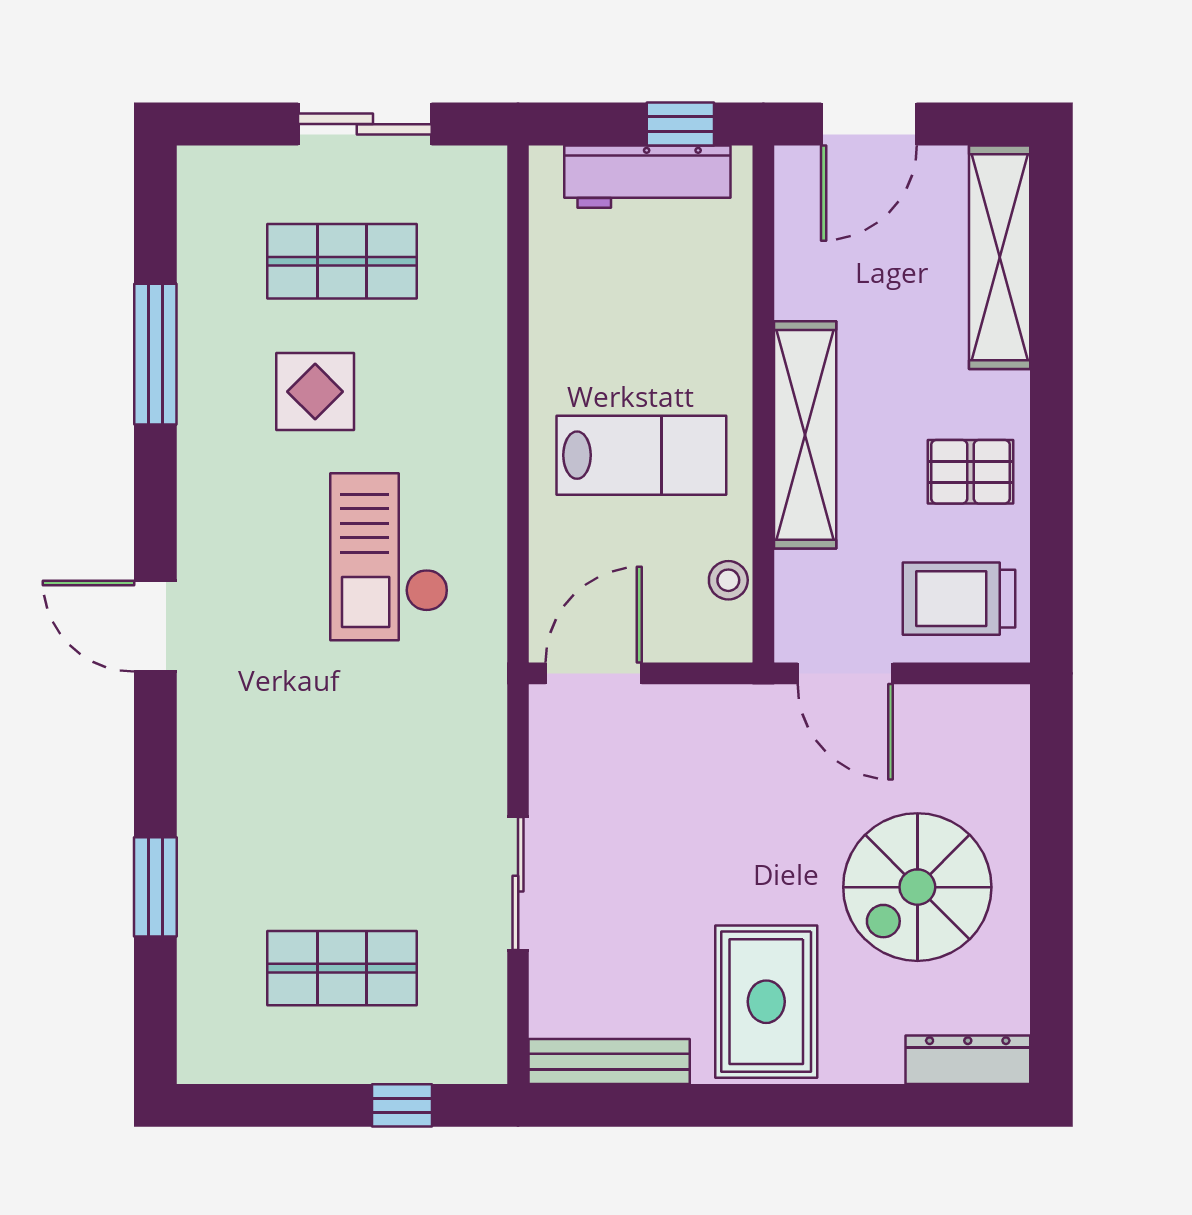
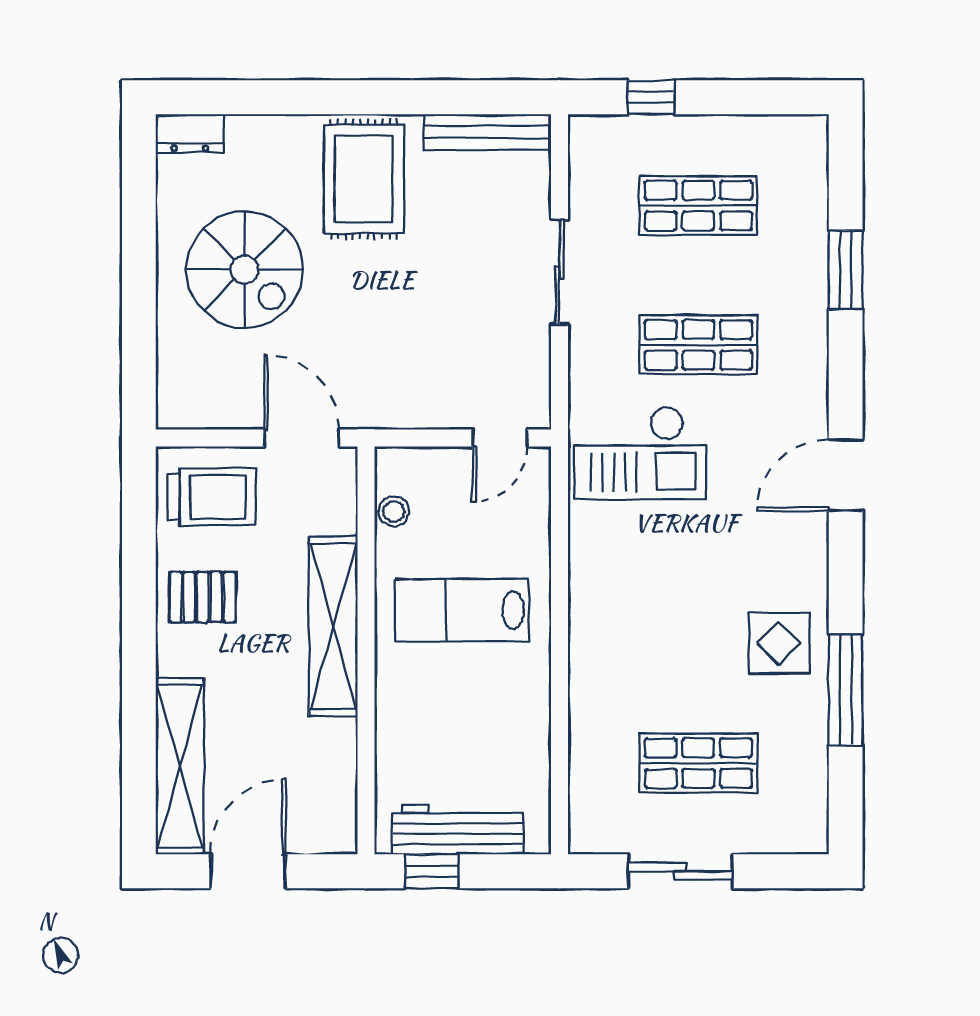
door: (869, 124) -> (248, 871), moved
display table: (315, 392) -> (779, 643), moved
checkout: (389, 557) -> (640, 453), moved, turned 90
door: (155, 626) -> (846, 475), swing flipped
door: (594, 673) -> (500, 438), width x0.73
shop shelf: (342, 791) -> (698, 345), added
spiral stairs: (917, 887) -> (245, 269), turned 90
dresser: (968, 1060) -> (190, 133), width x0.70

